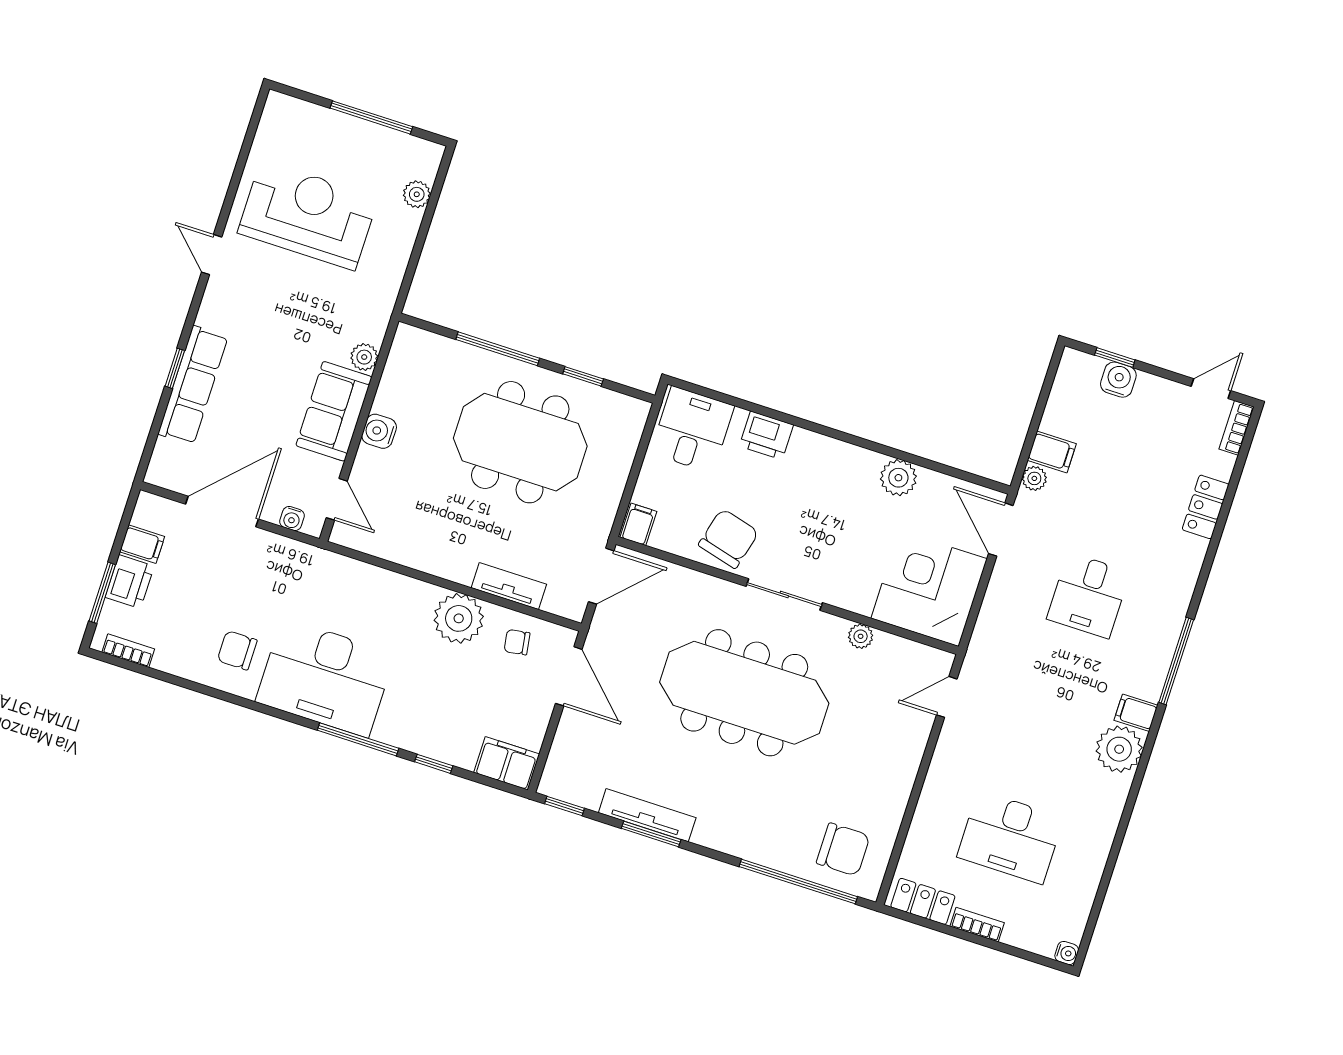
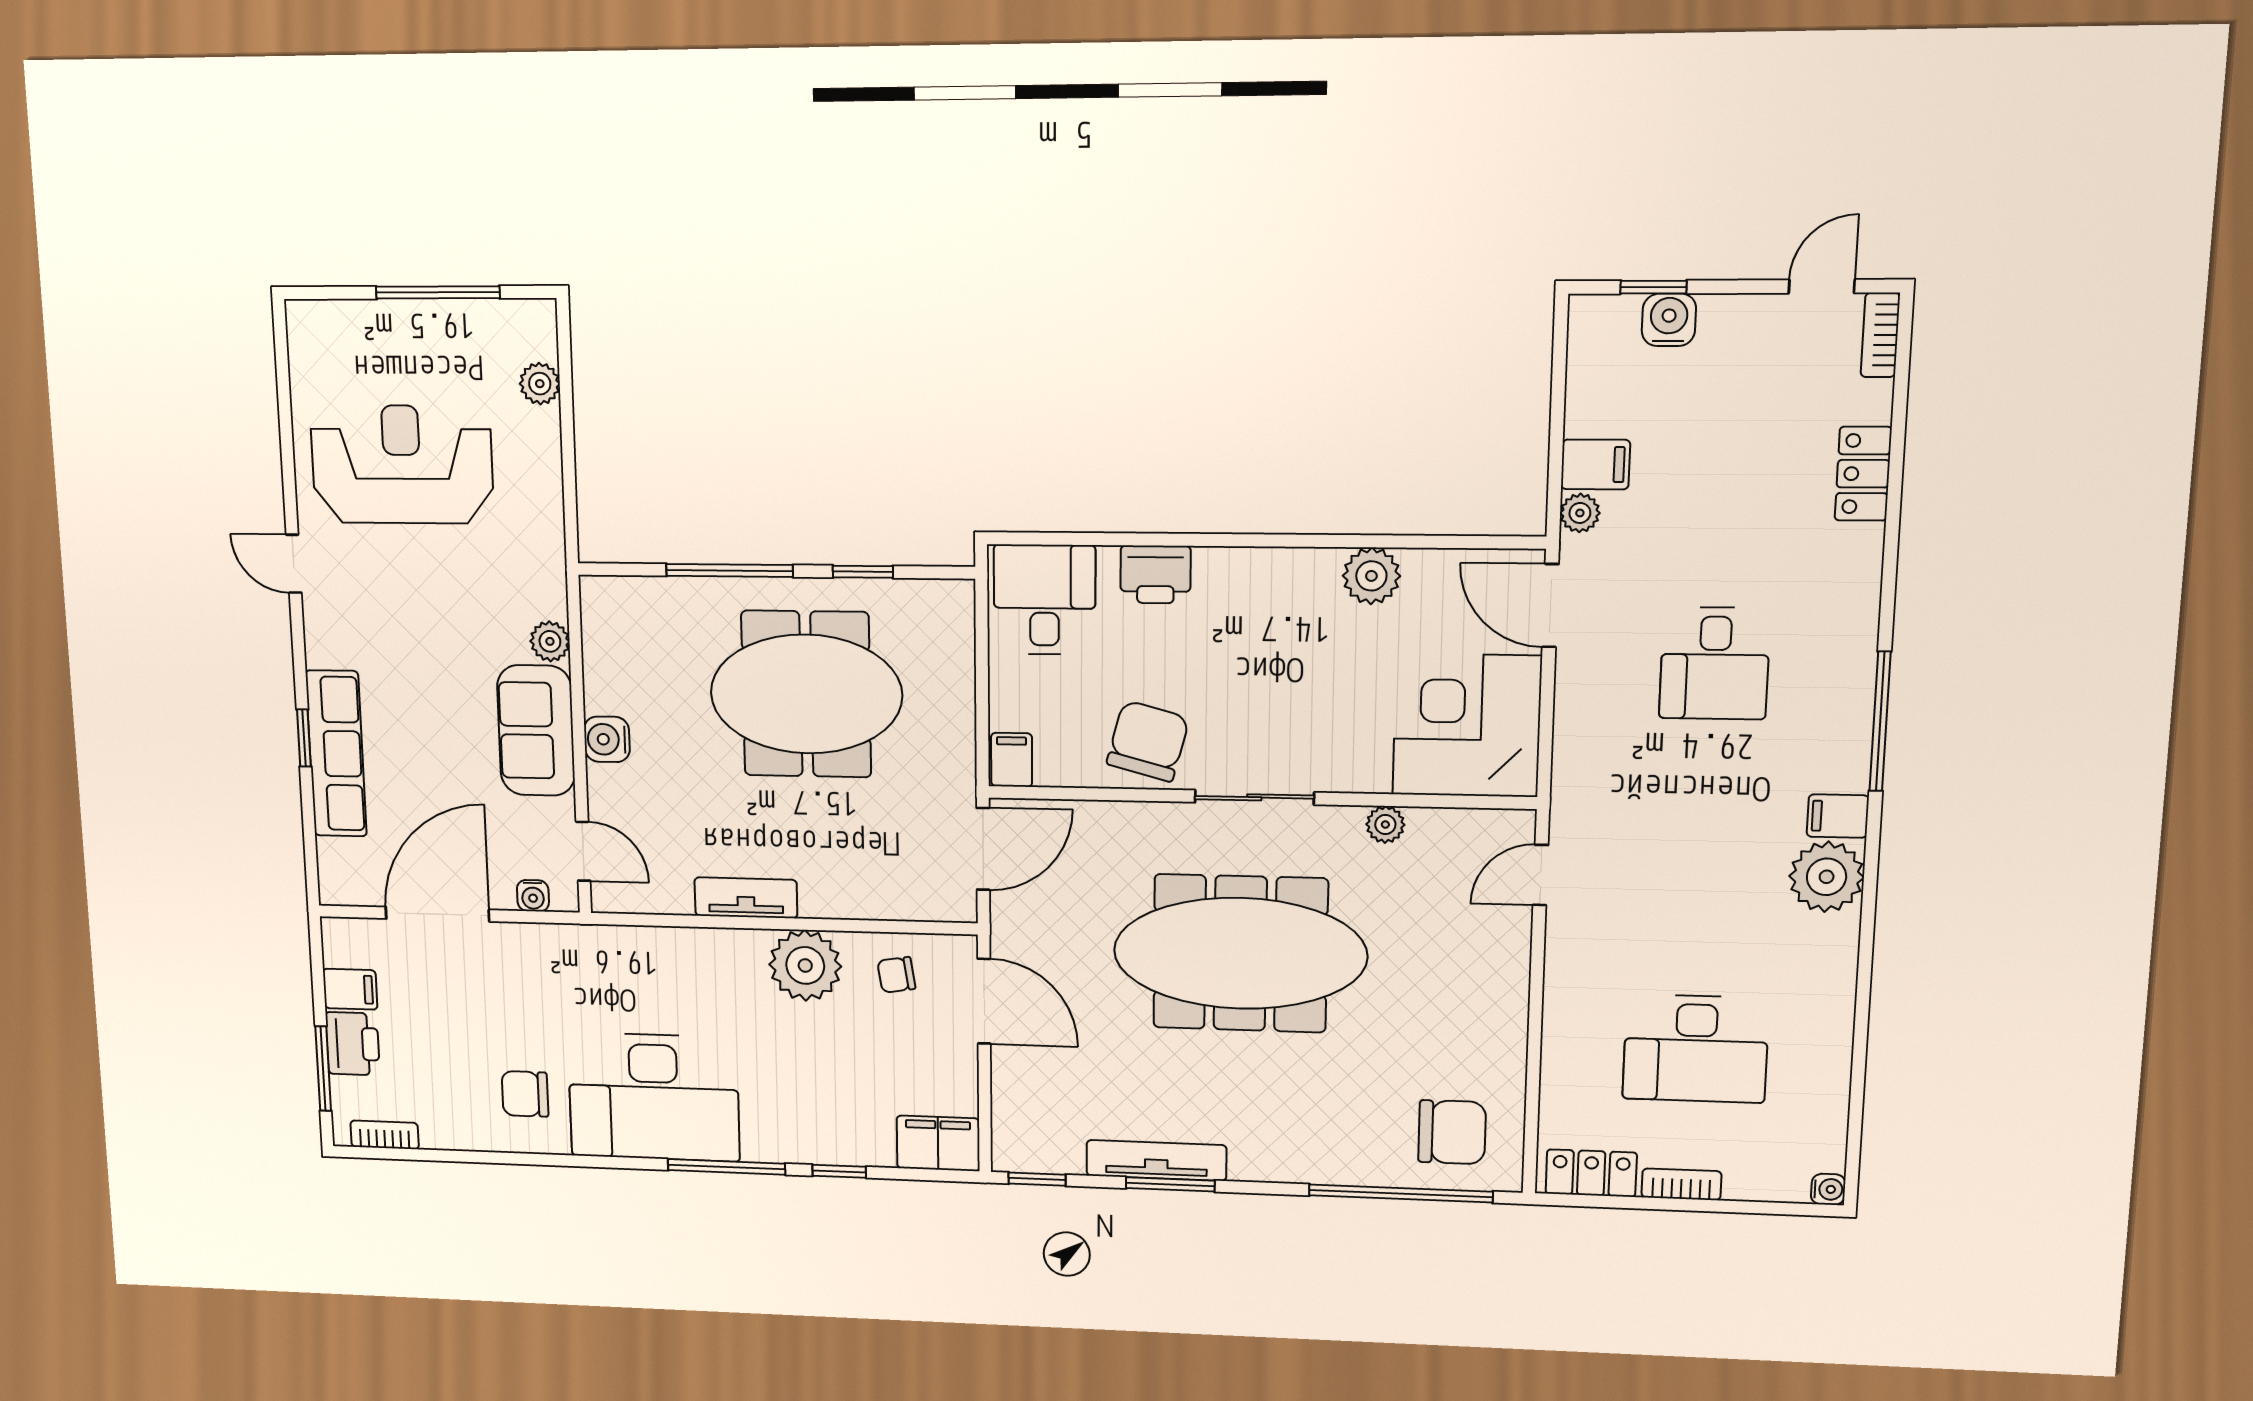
tv unit: (509, 586) -> (746, 898), moved

